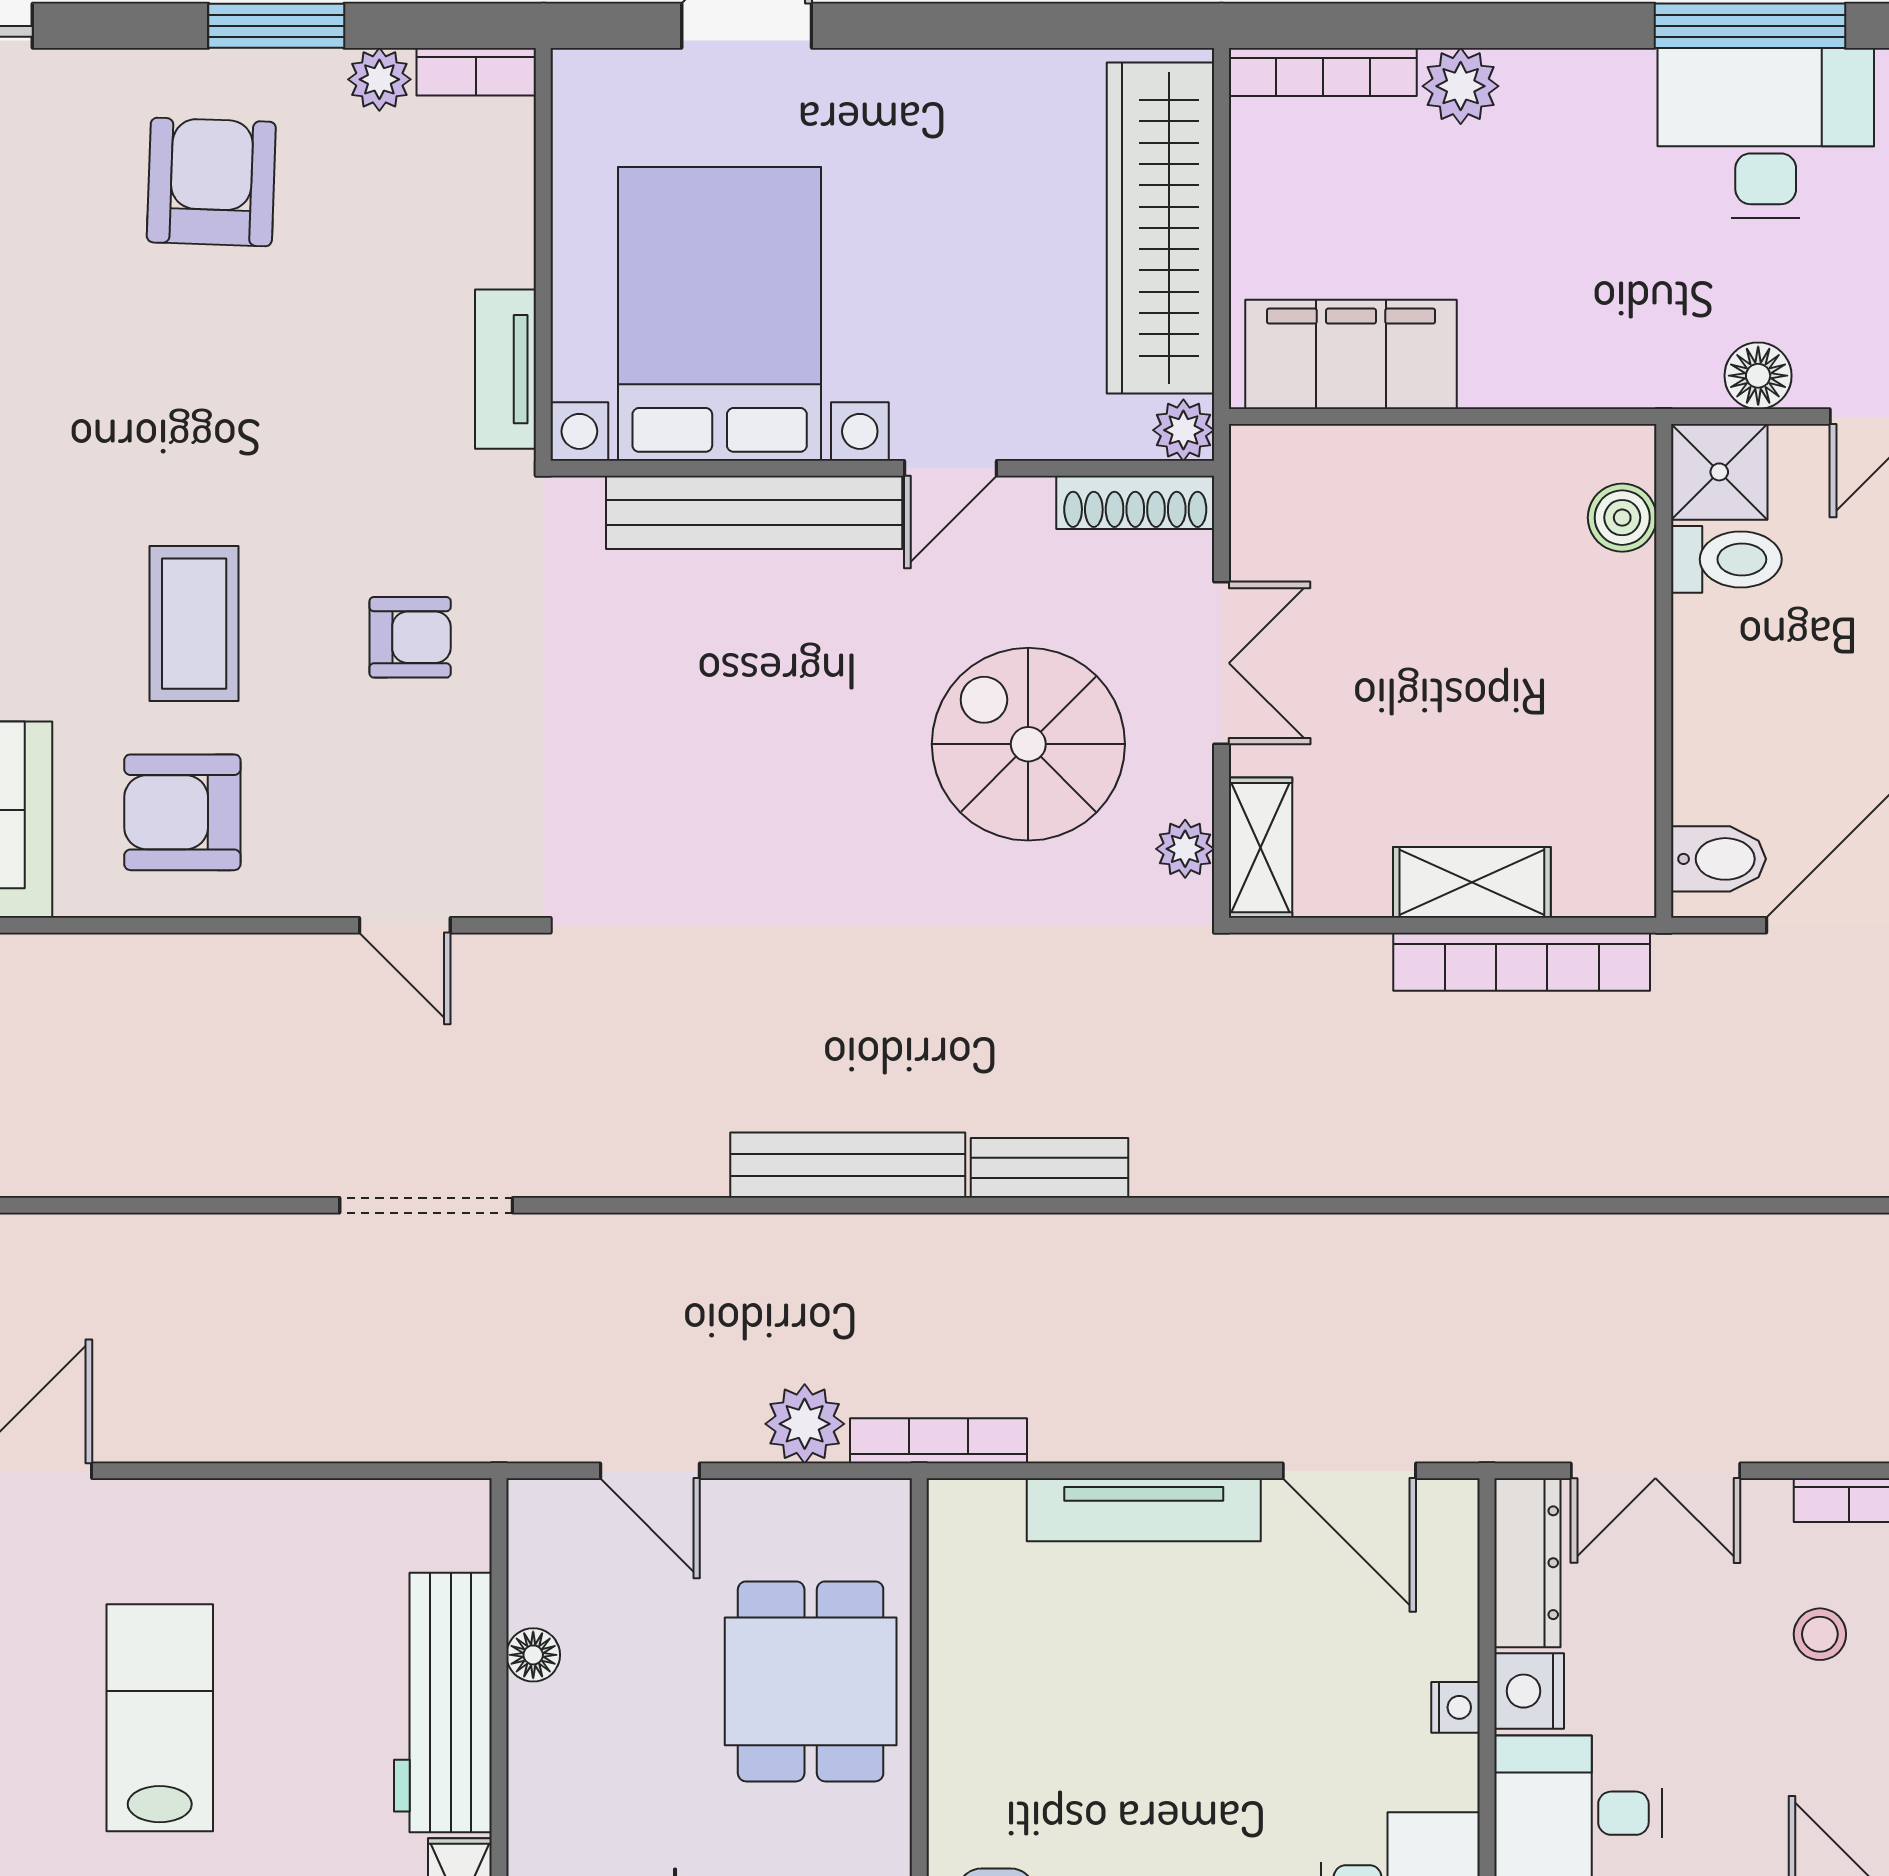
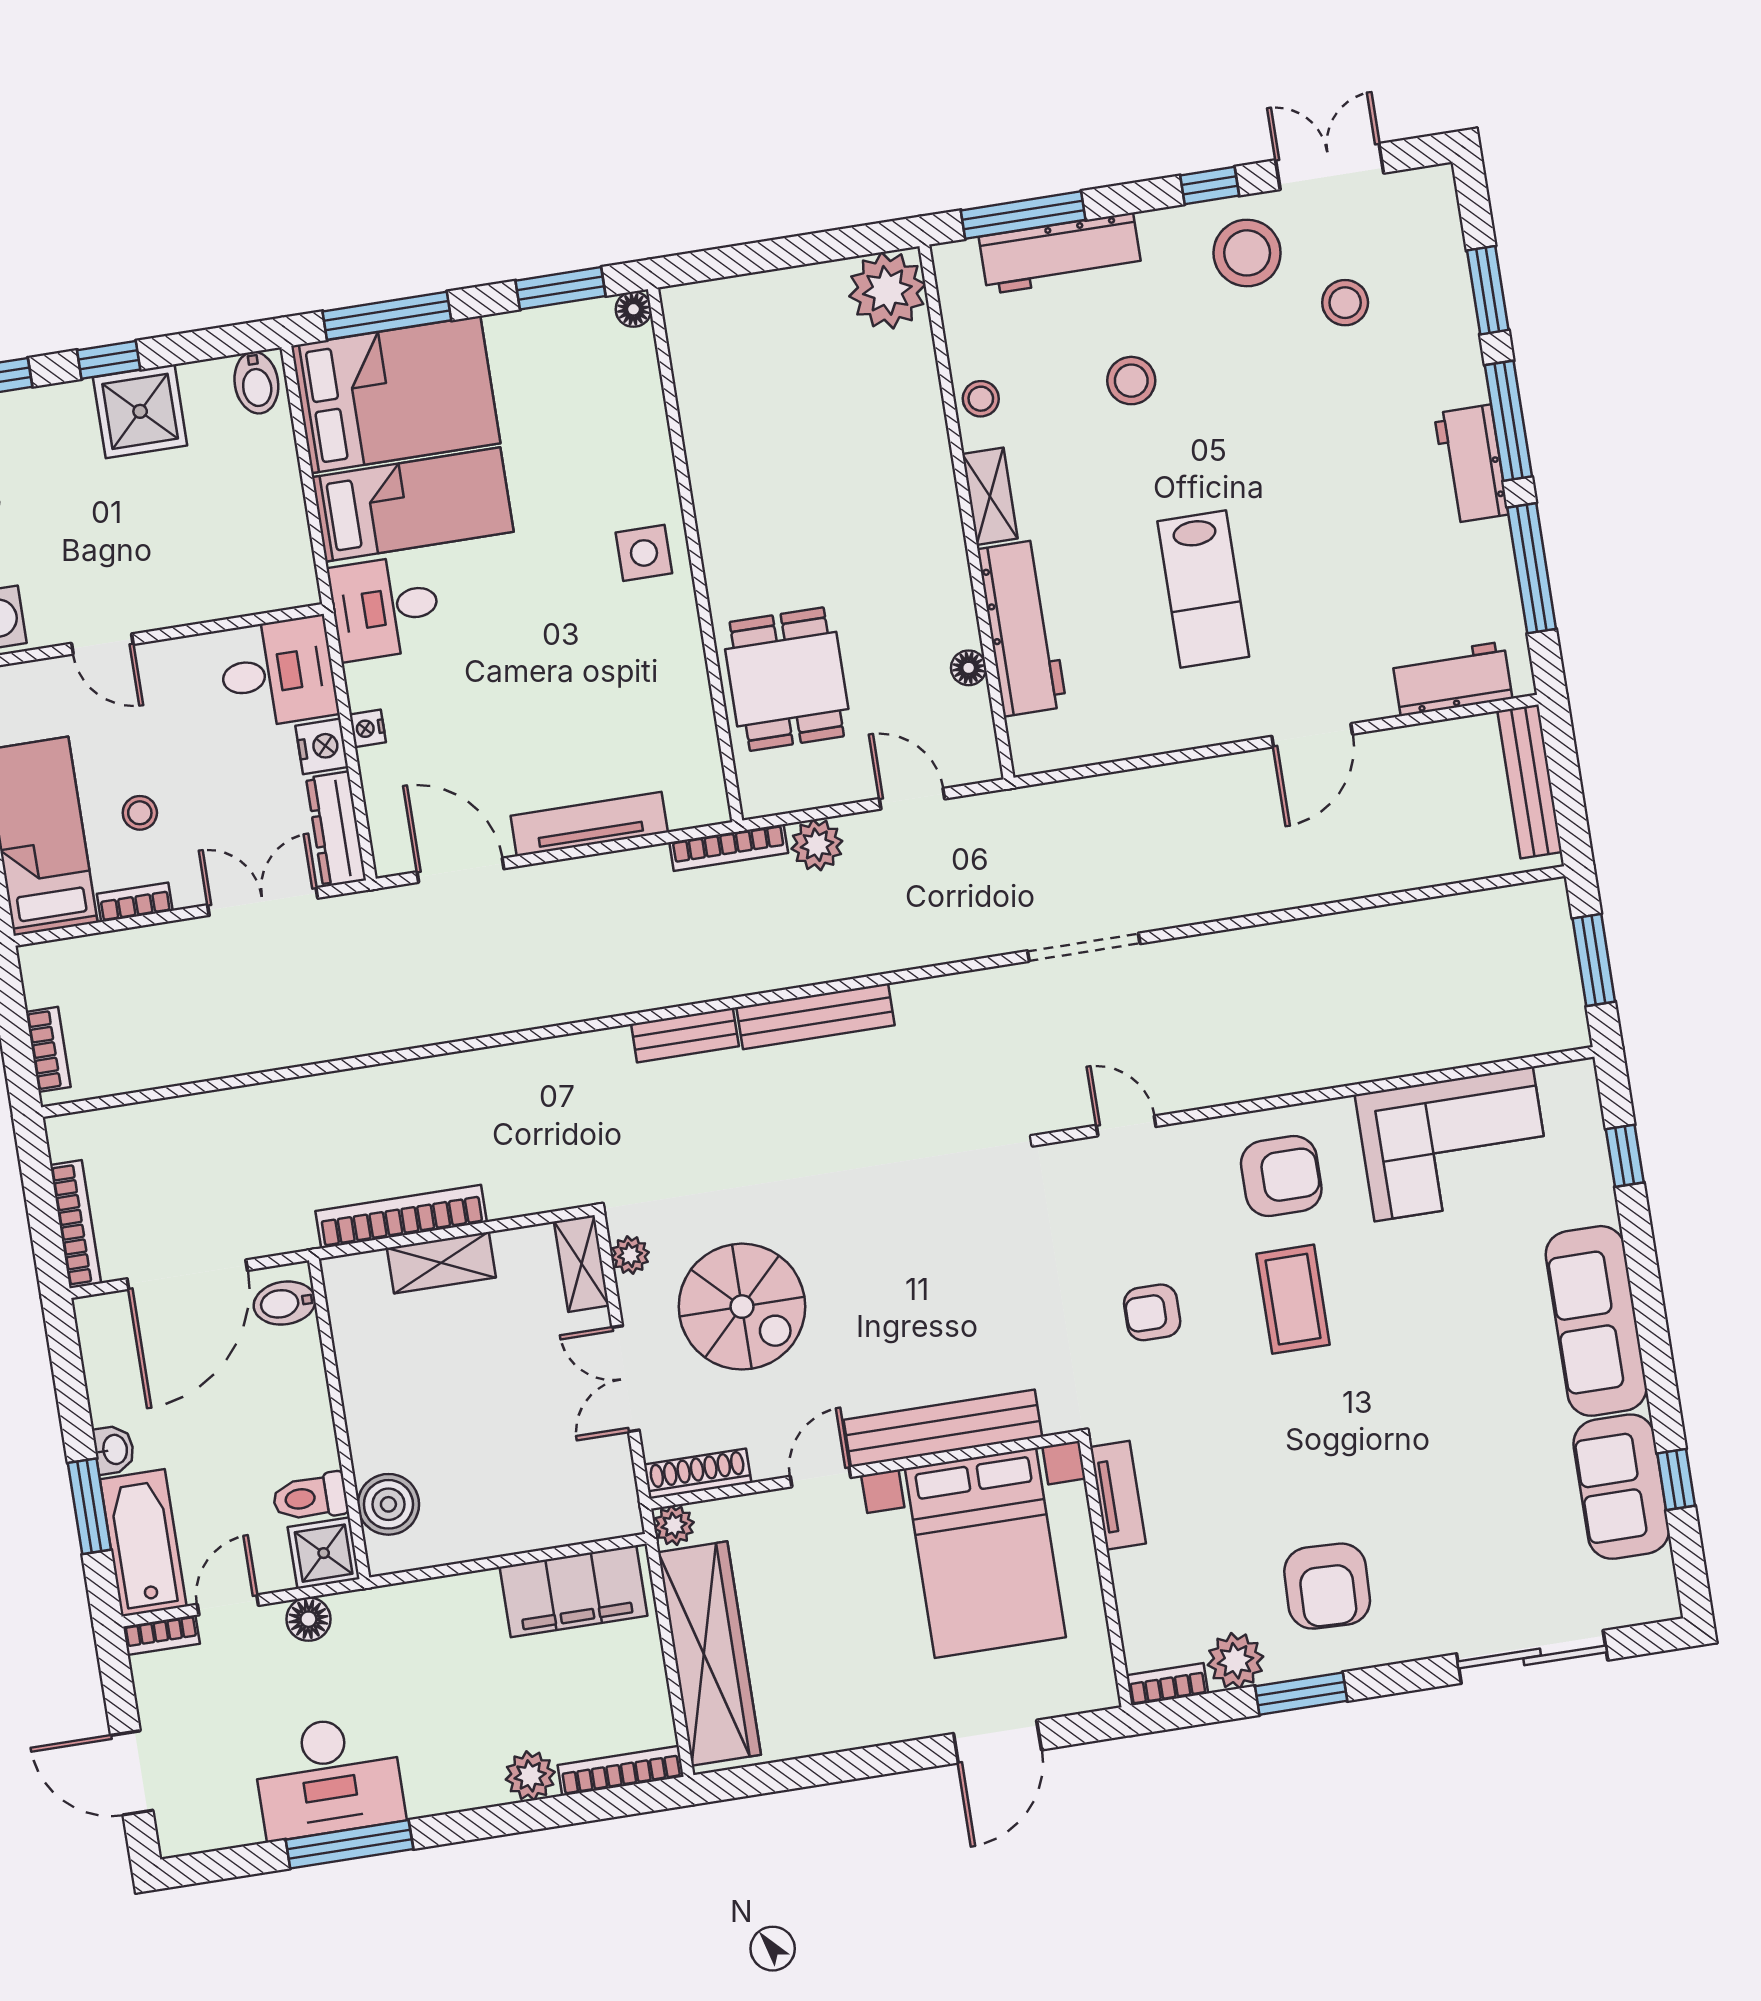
plant: (379, 79) -> (1235, 1661), width x1.38, depth x1.38
boiler: (1622, 518) -> (388, 1504), width x1.36, depth x1.36

